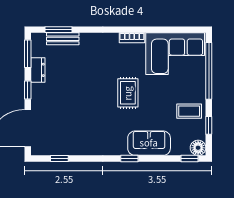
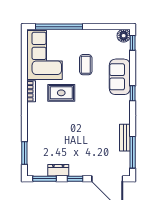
bench: (63, 39) -> (125, 138), moved
rug: (128, 93) -> (61, 93), moved
coffee table: (189, 111) -> (86, 65), moved
window: (209, 125) -> (105, 27), removed
window: (59, 159) -> (133, 152), width x2.17

